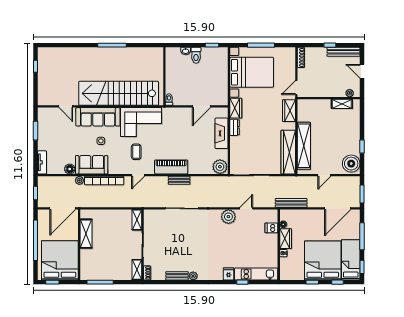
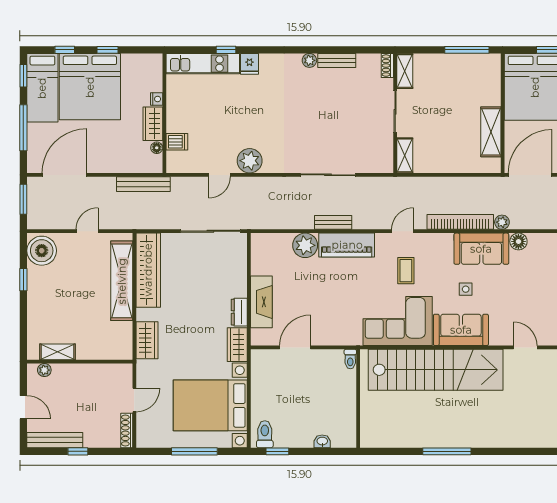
toilet: (196, 55) -> (265, 434), moved
door: (296, 88) -> (134, 400), moved
sofa: (98, 117) -> (461, 330), width x0.73
plant: (220, 167) -> (305, 245), moved

